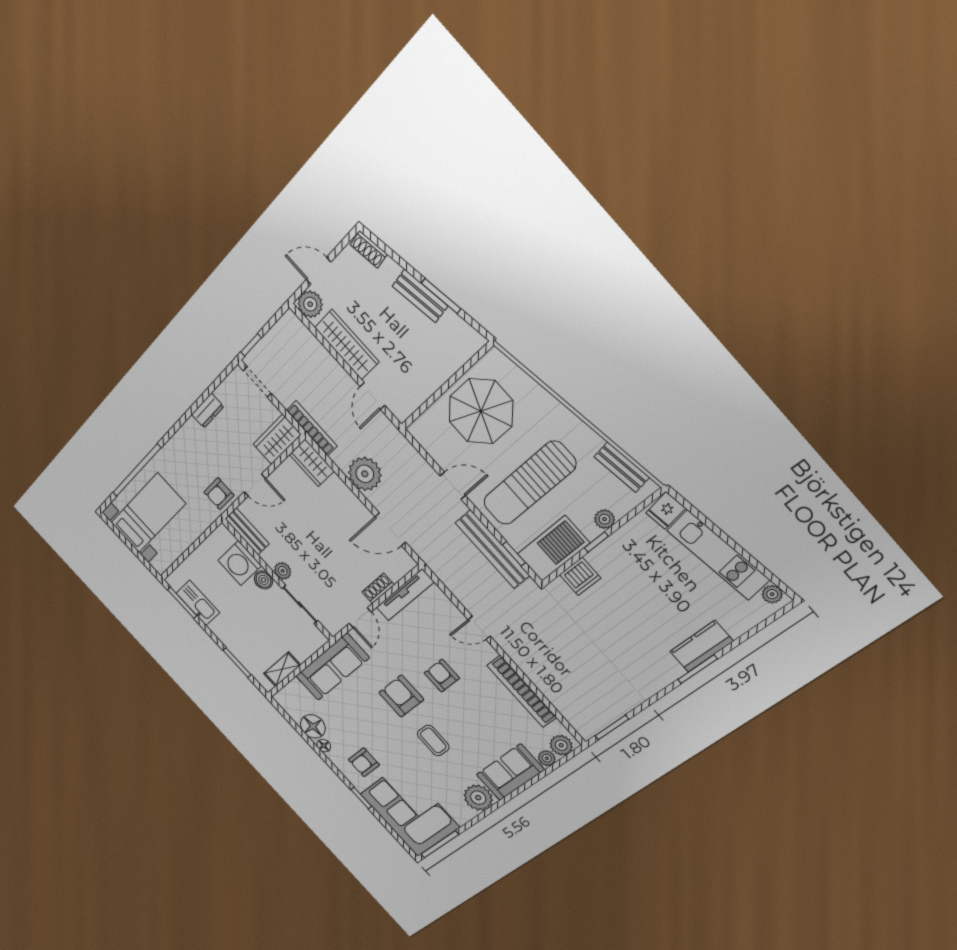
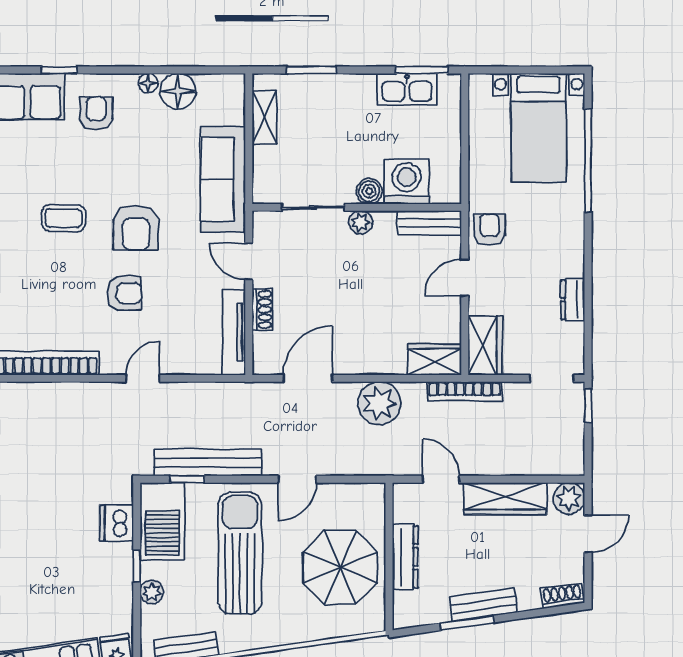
dresser: (437, 375) -> (405, 557), added
armchair: (401, 696) -> (136, 228), turned 90

